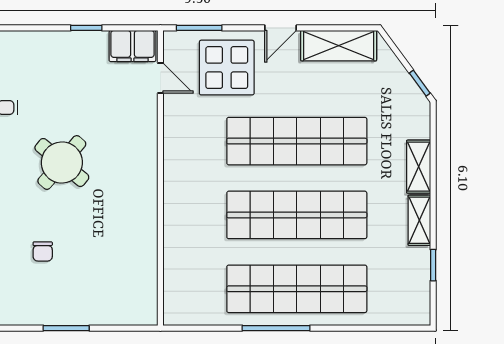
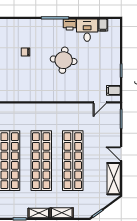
filing cabinet: (132, 46) -> (113, 90), width x0.50
display table: (227, 68) -> (104, 131), removed
round table: (62, 162) -> (64, 60), turned -33

